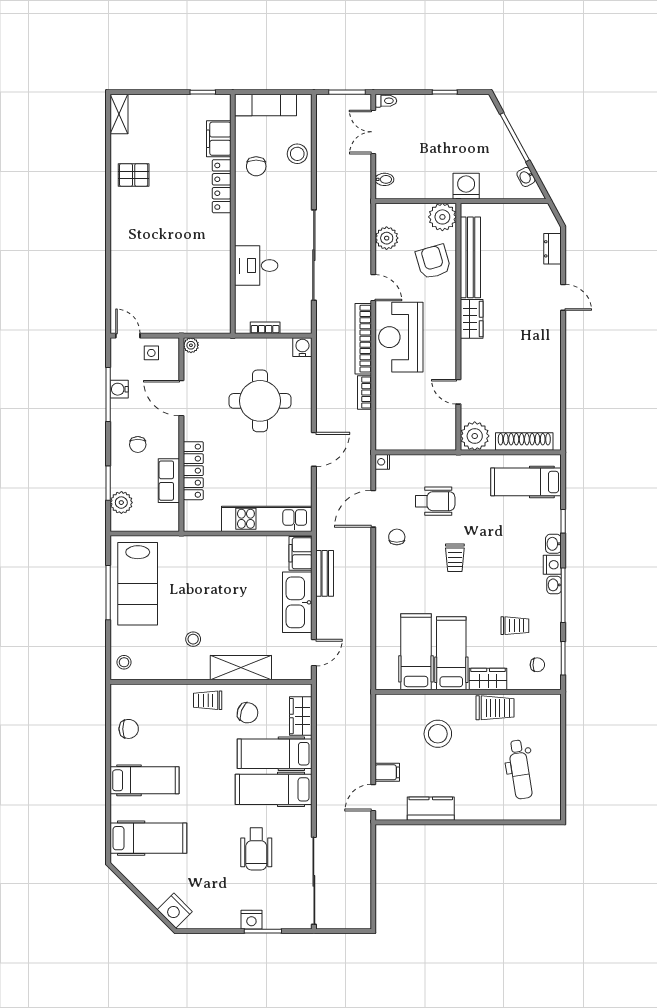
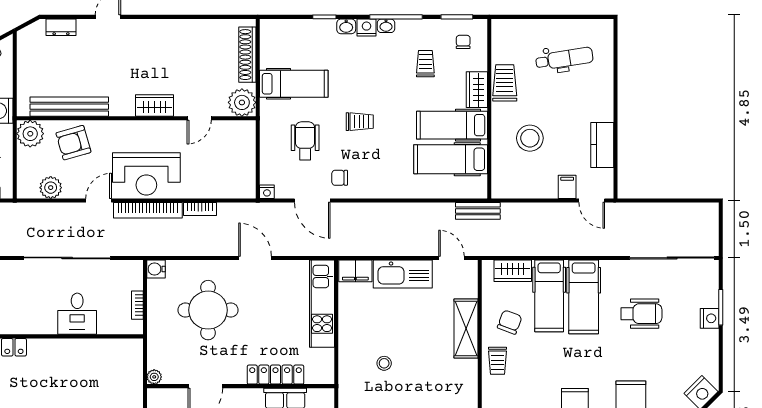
wardrobe: (472, 319) -> (155, 105), moved
hospital bed: (526, 482) -> (294, 84), moved, turned -90
bench: (325, 573) -> (478, 211), moved
stool: (193, 639) -> (384, 363), moved

